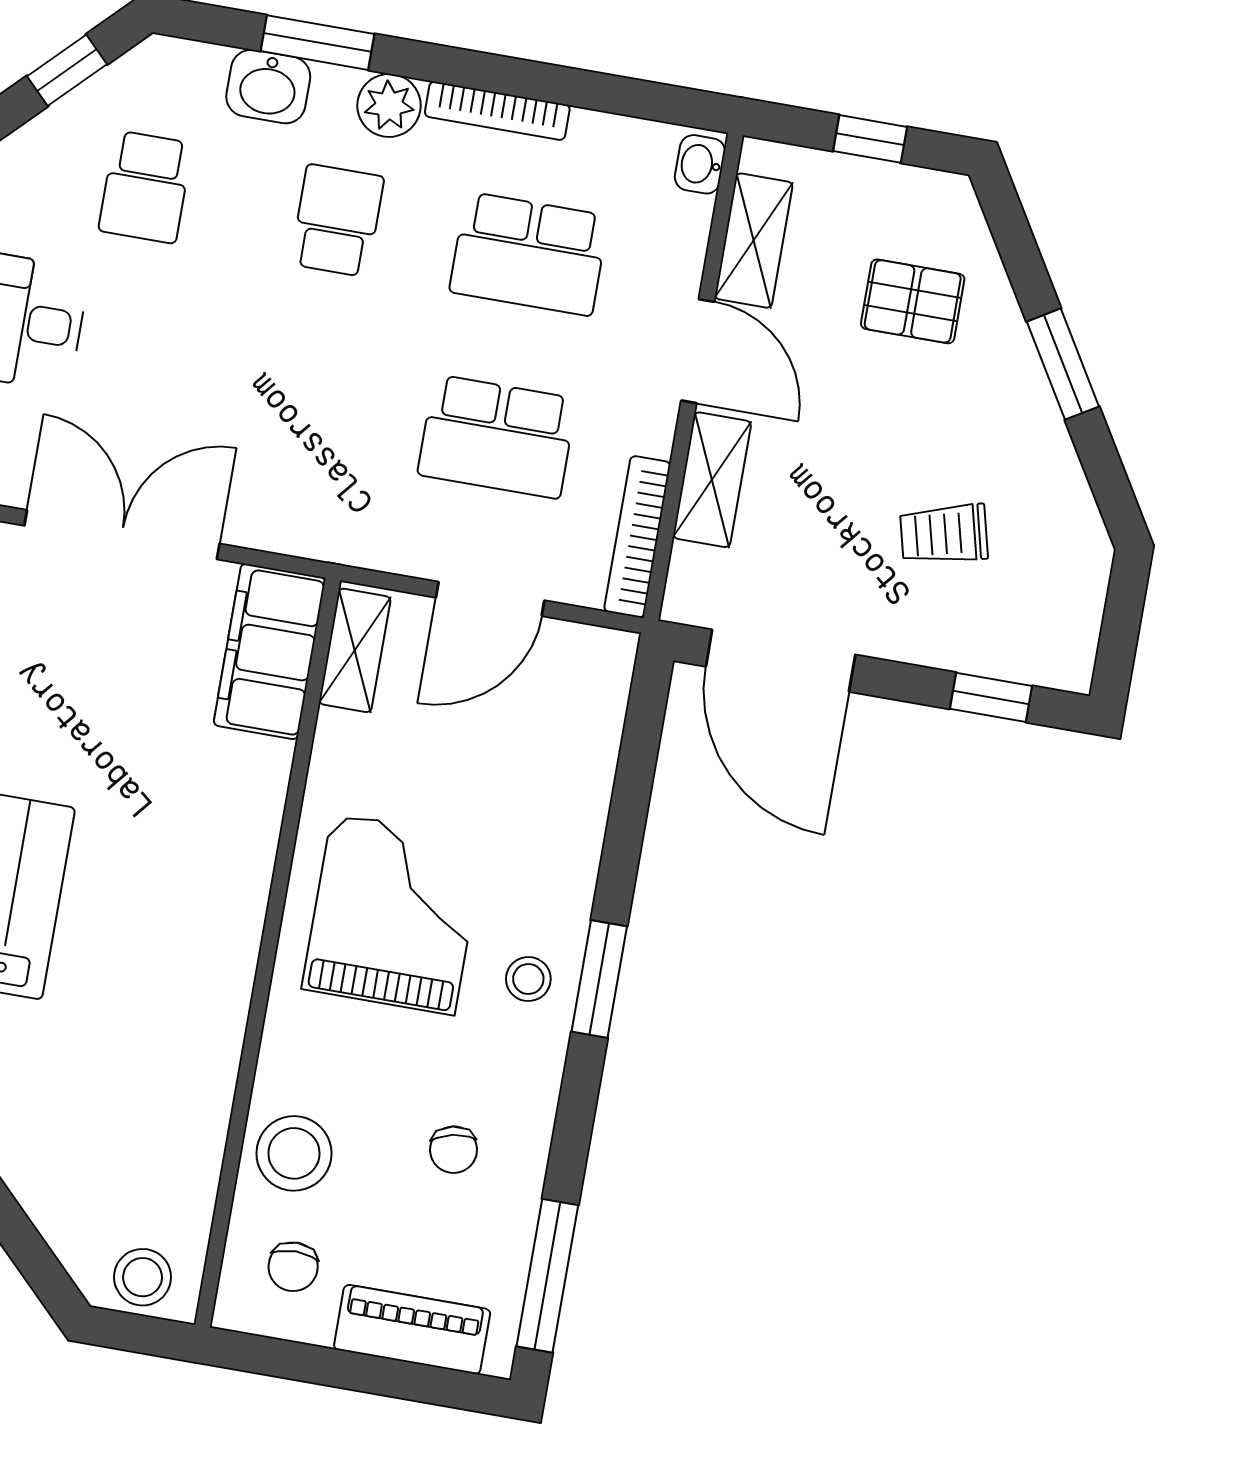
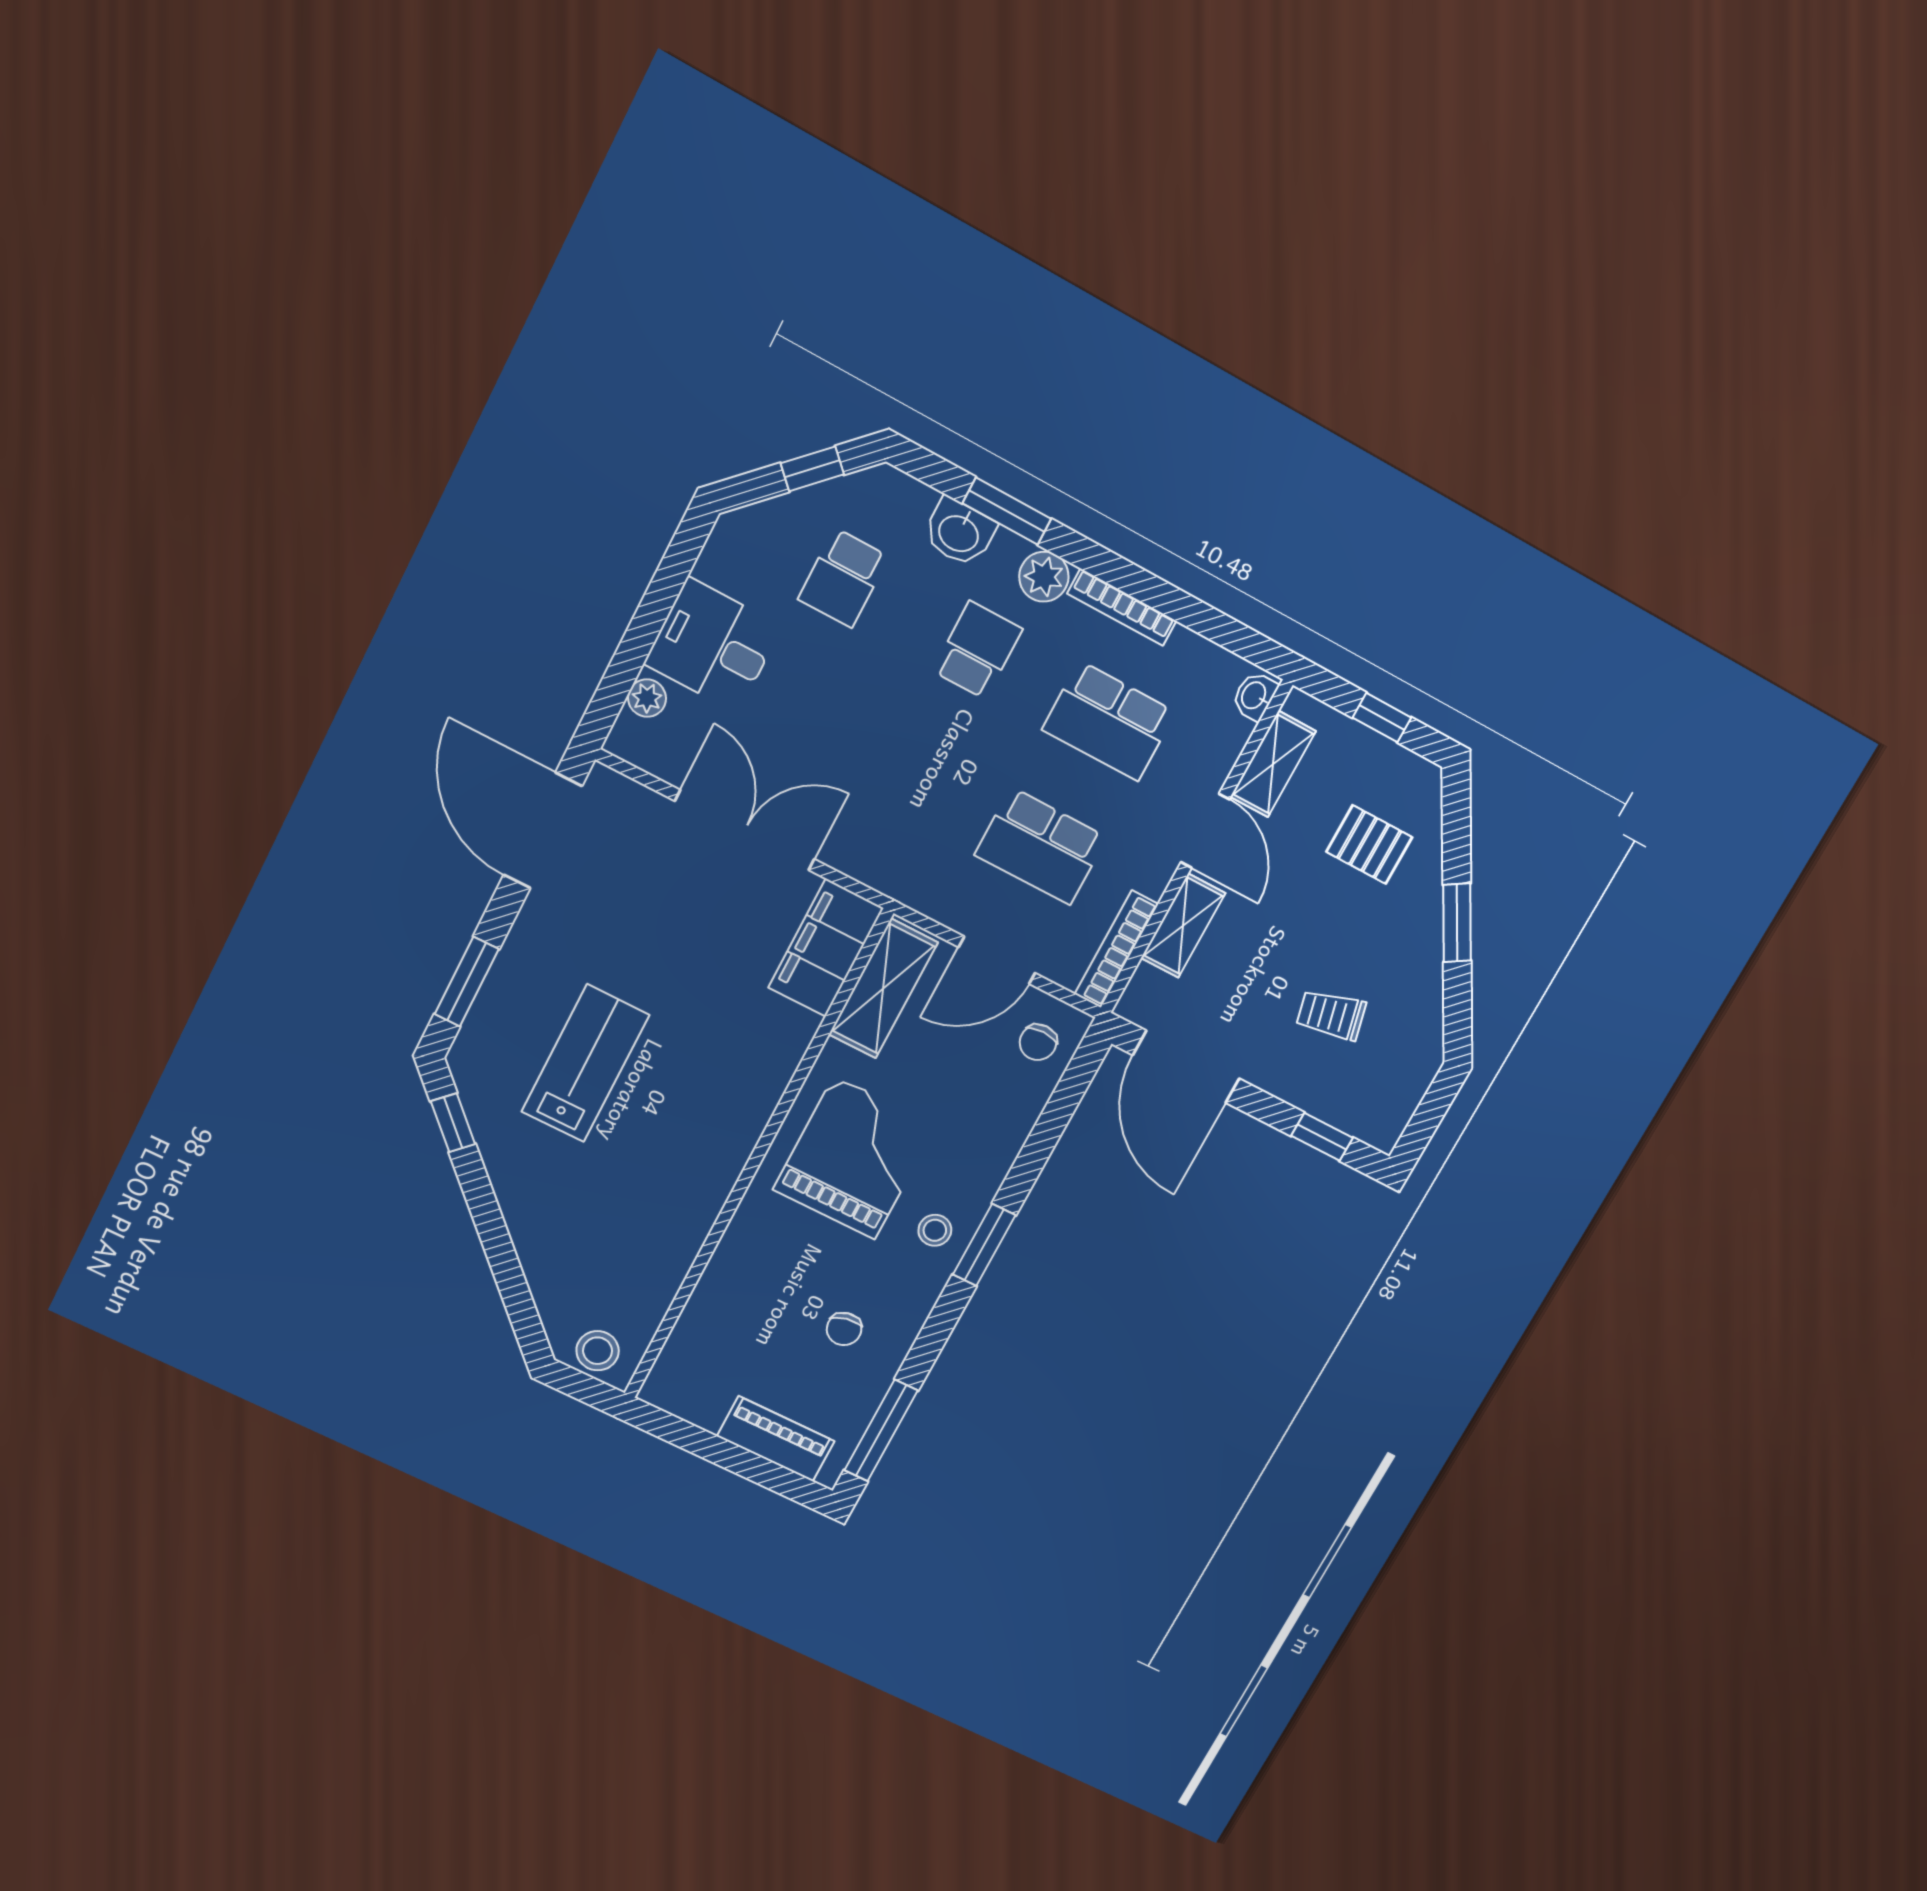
shelving: (355, 650) -> (883, 989), width x1.50, depth x1.33
stool: (294, 1153) -> (731, 1299), removed
chair: (293, 1267) -> (1038, 1042), moved

